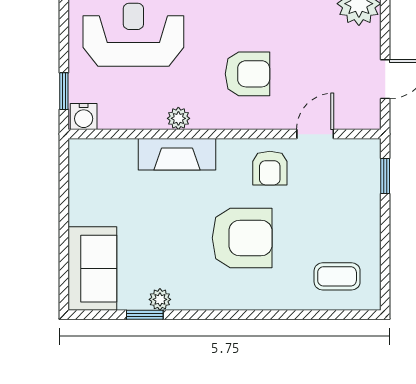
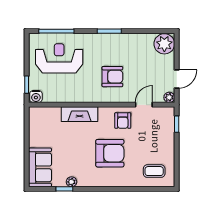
plant: (178, 118) -> (169, 97), moved

